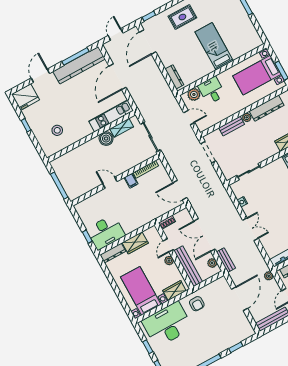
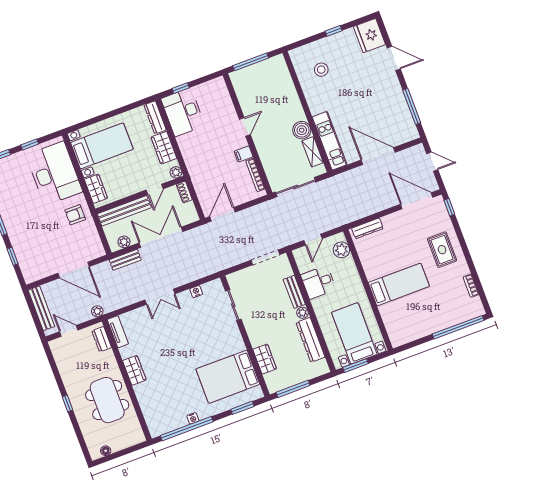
kitchen counter: (79, 65) -> (400, 109), removed
desk: (212, 90) -> (318, 282), moved, turned 180
door: (168, 245) -> (155, 189), swing flipped
plant: (169, 261) -> (176, 172), moved

